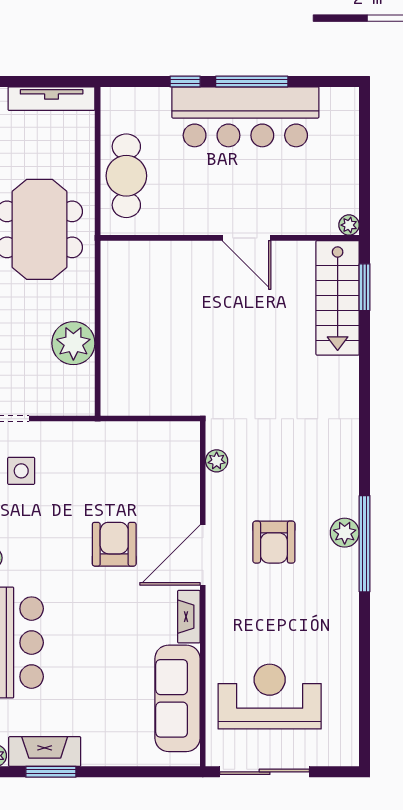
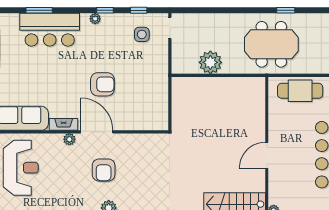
plant: (217, 461) -> (69, 139), moved
armchair: (274, 542) -> (104, 170), turned -90

